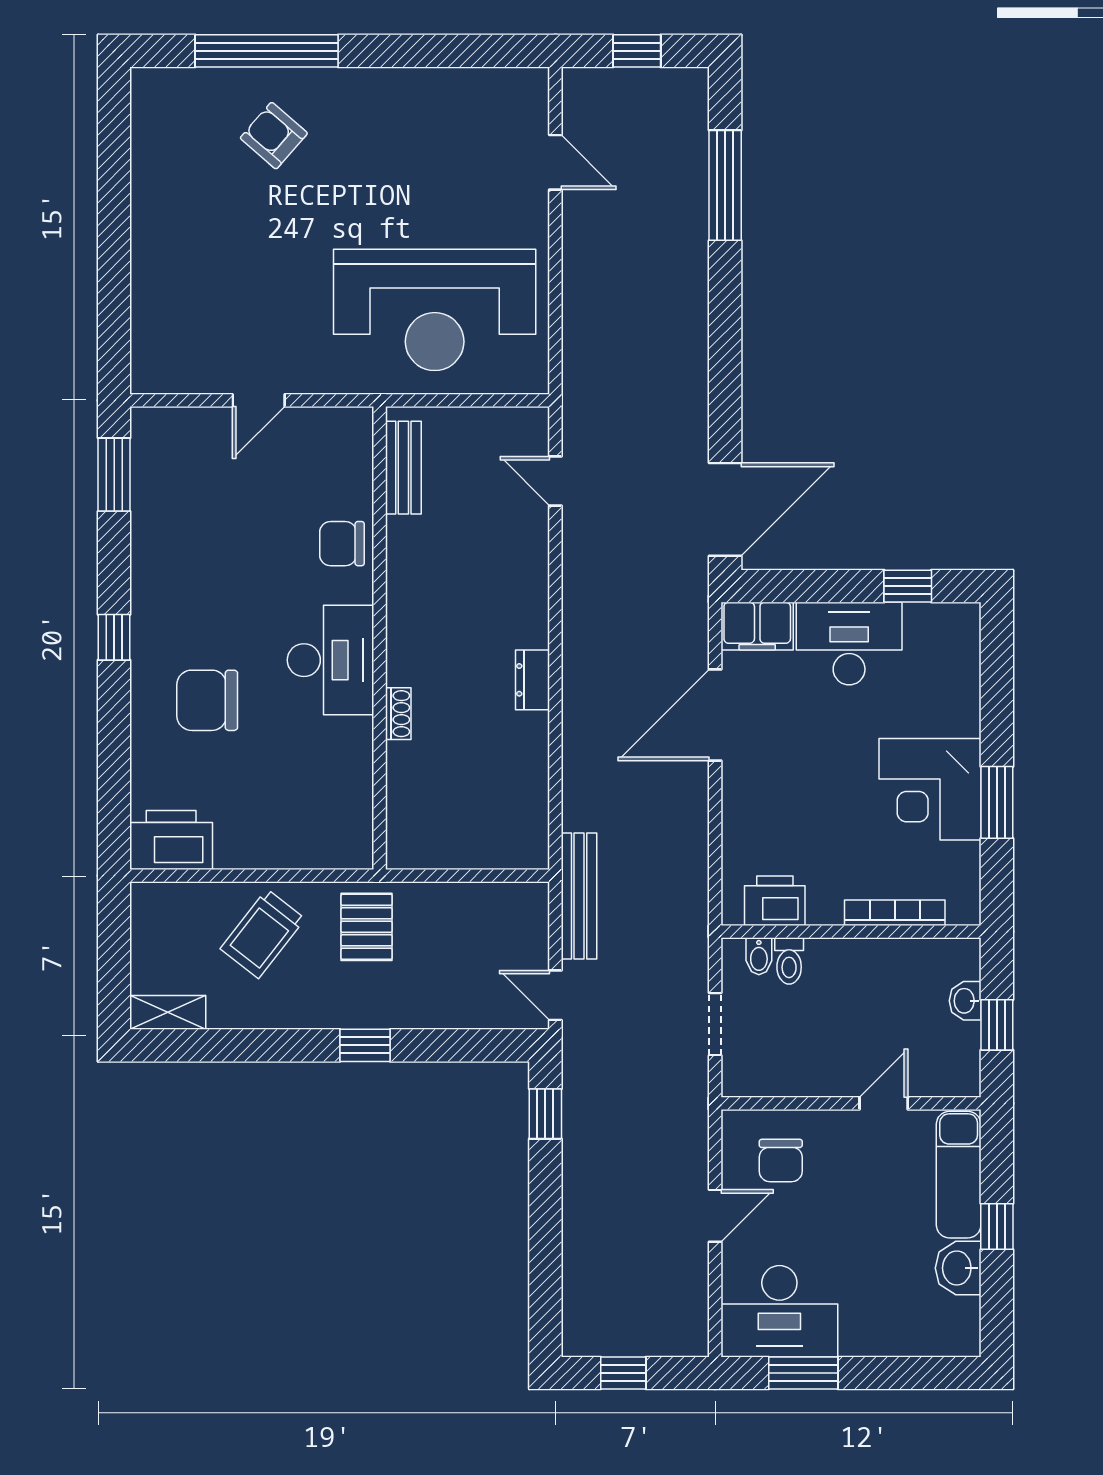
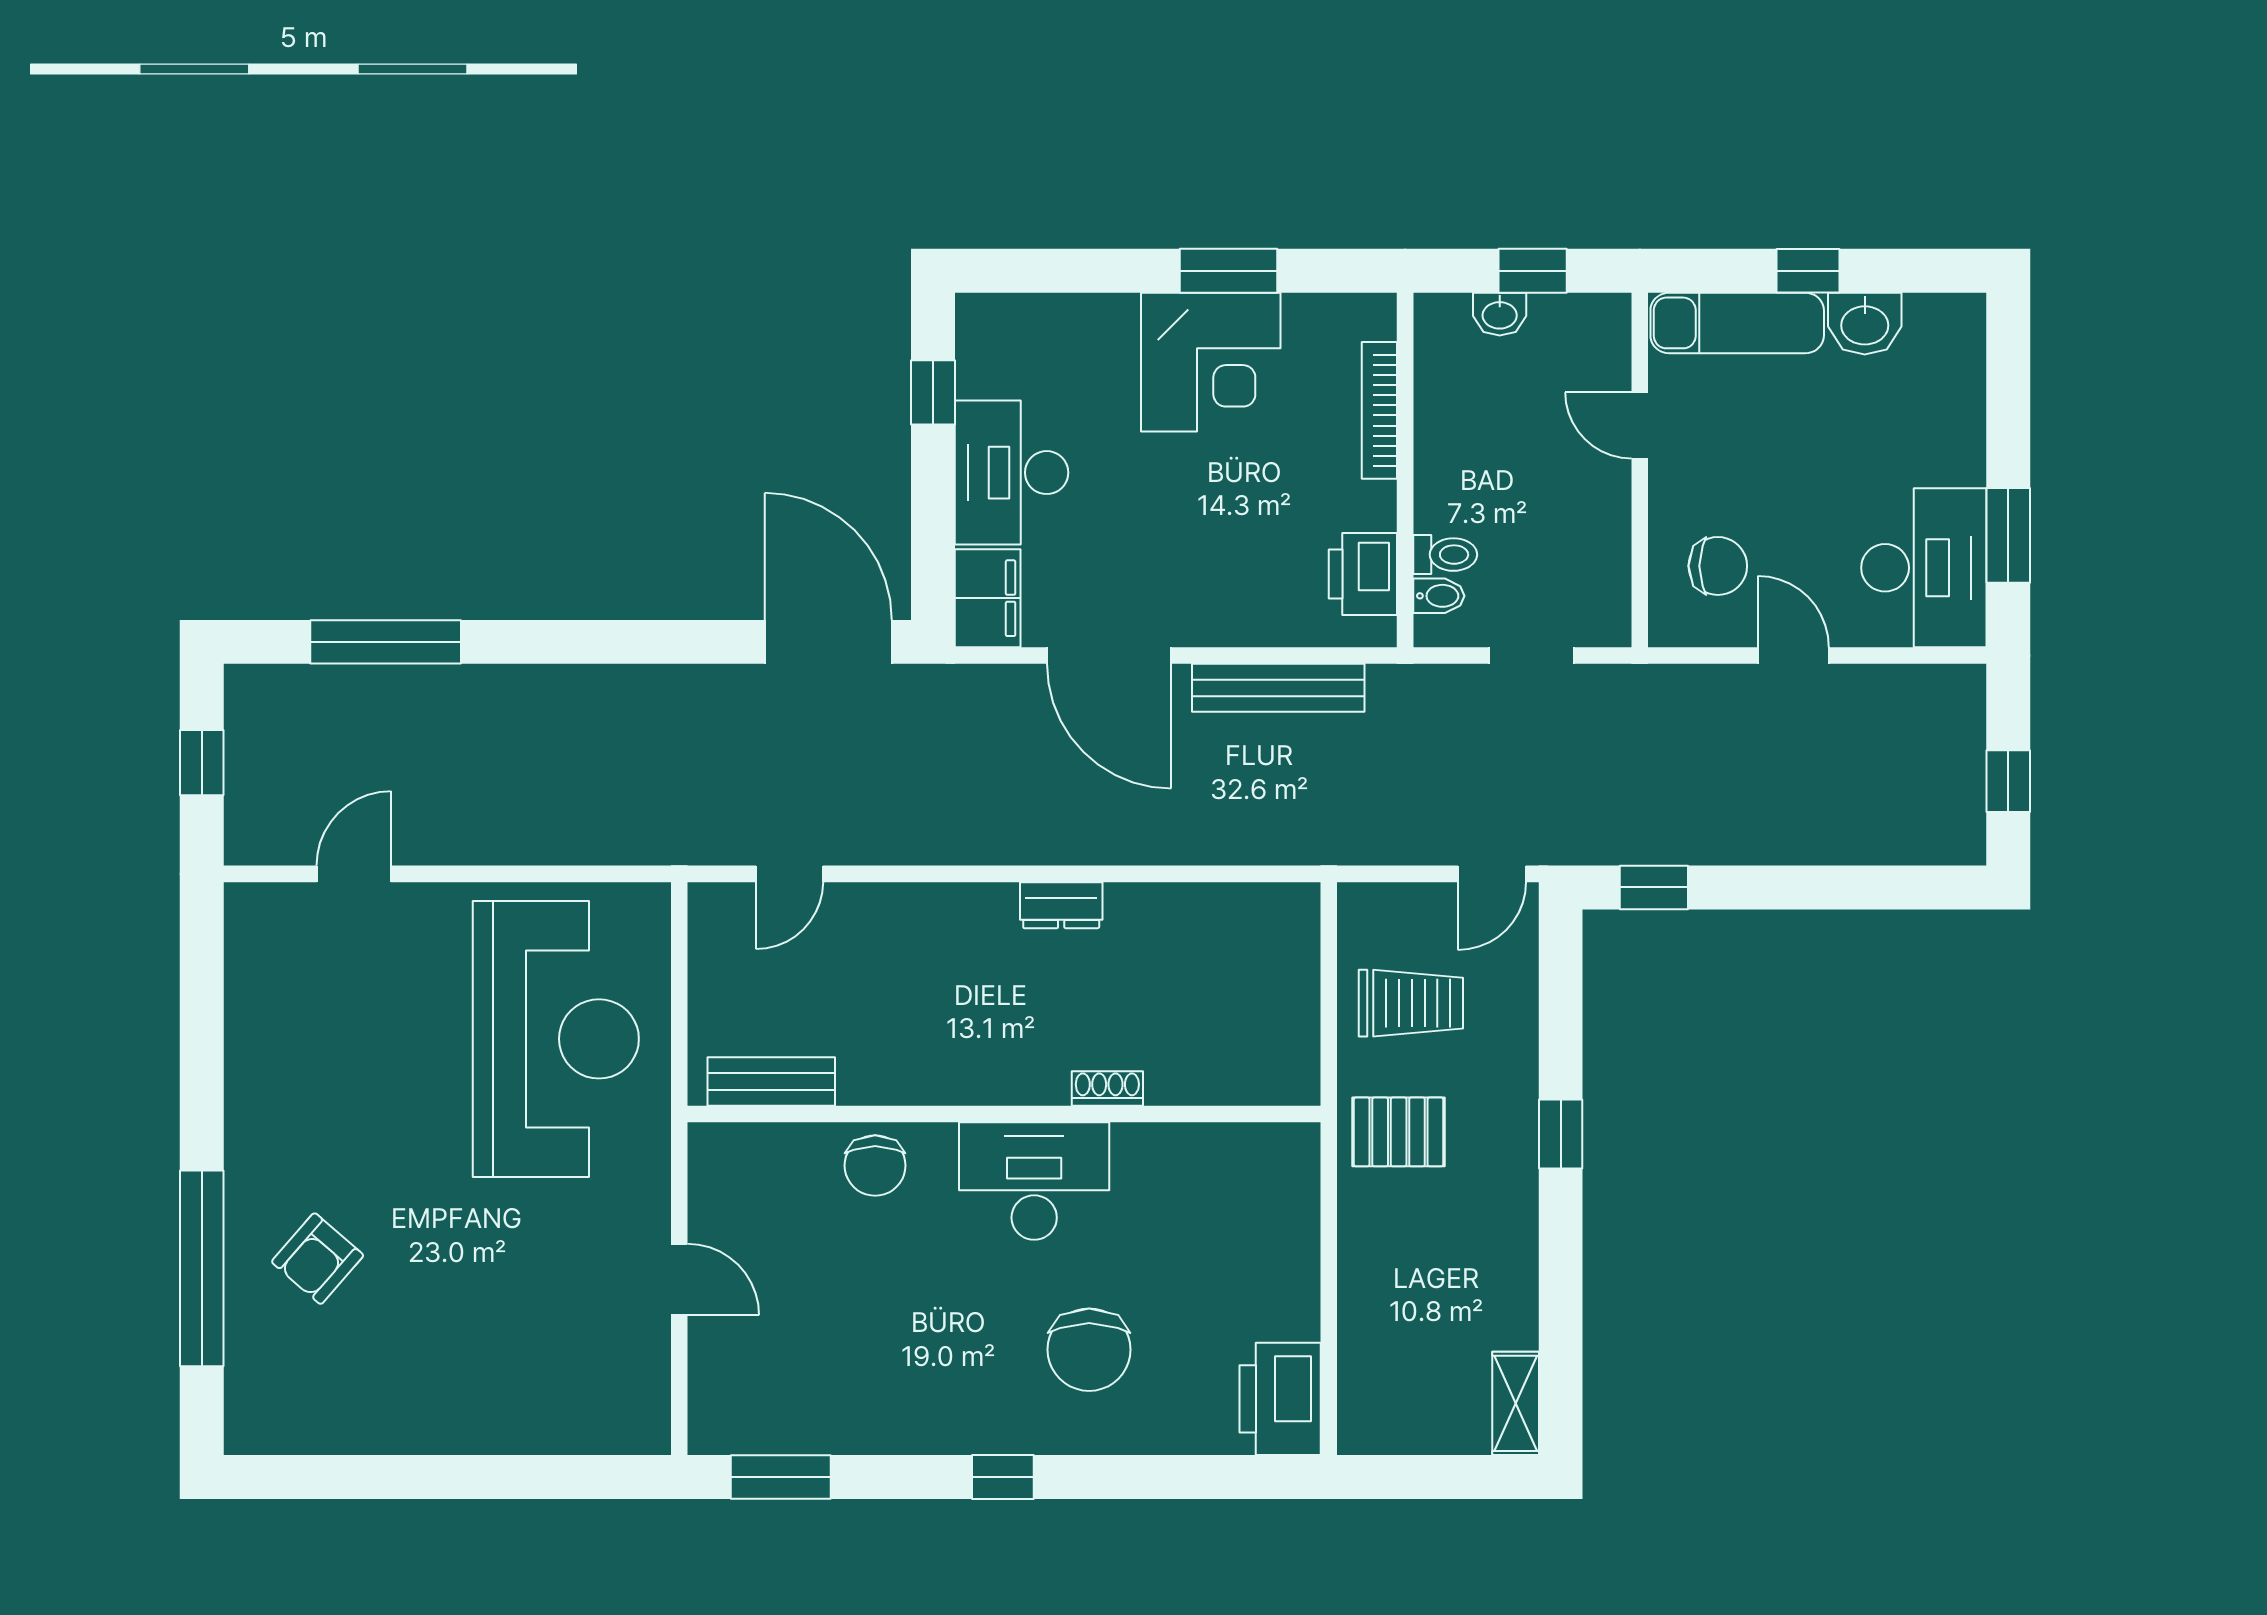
bench: (579, 896) -> (1278, 688), moved
trolley: (263, 934) -> (1411, 1003), moved, turned -38

